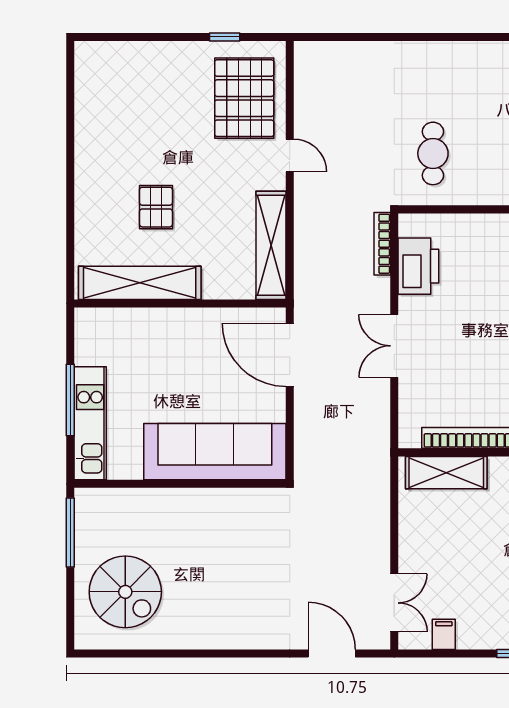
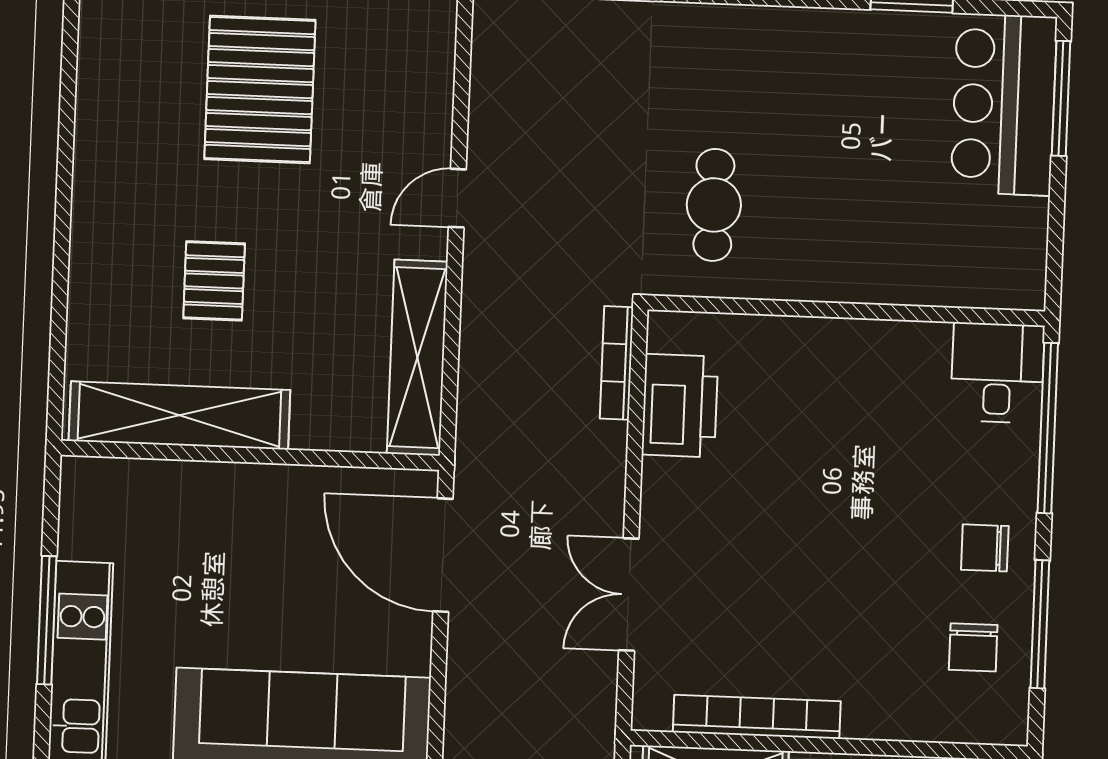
pallet: (244, 98) -> (260, 90), moved
door: (290, 155) -> (457, 198), swing flipped
double door: (394, 346) -> (629, 594), moved

